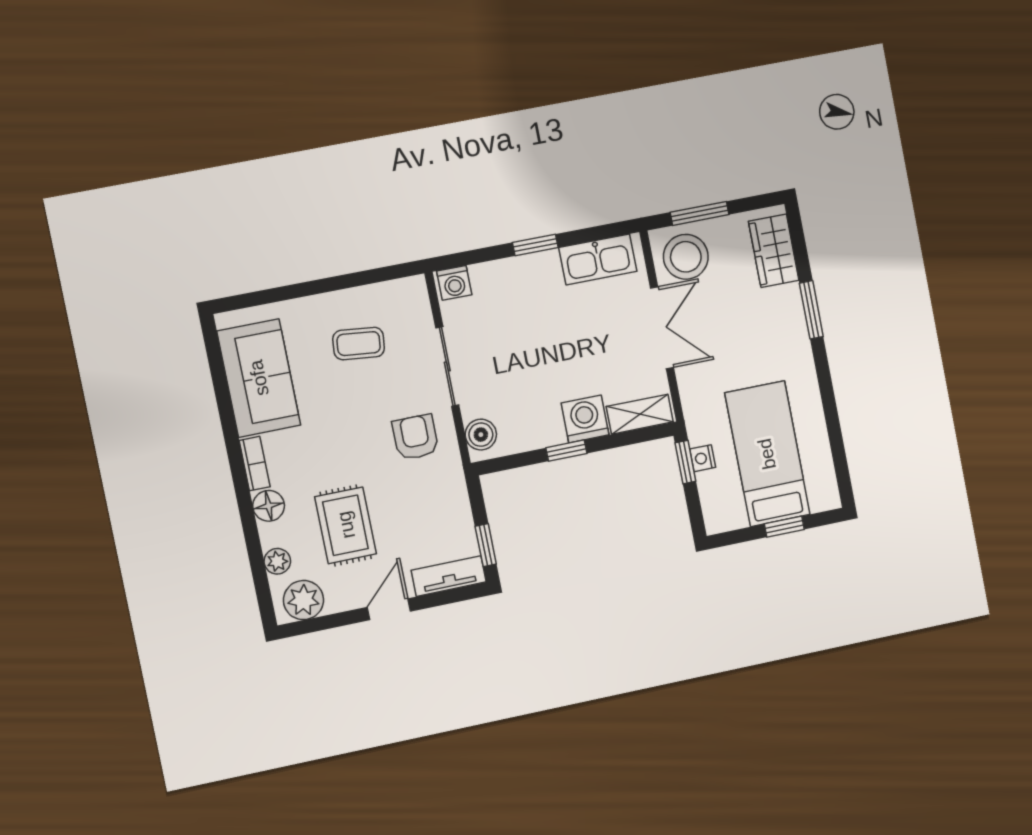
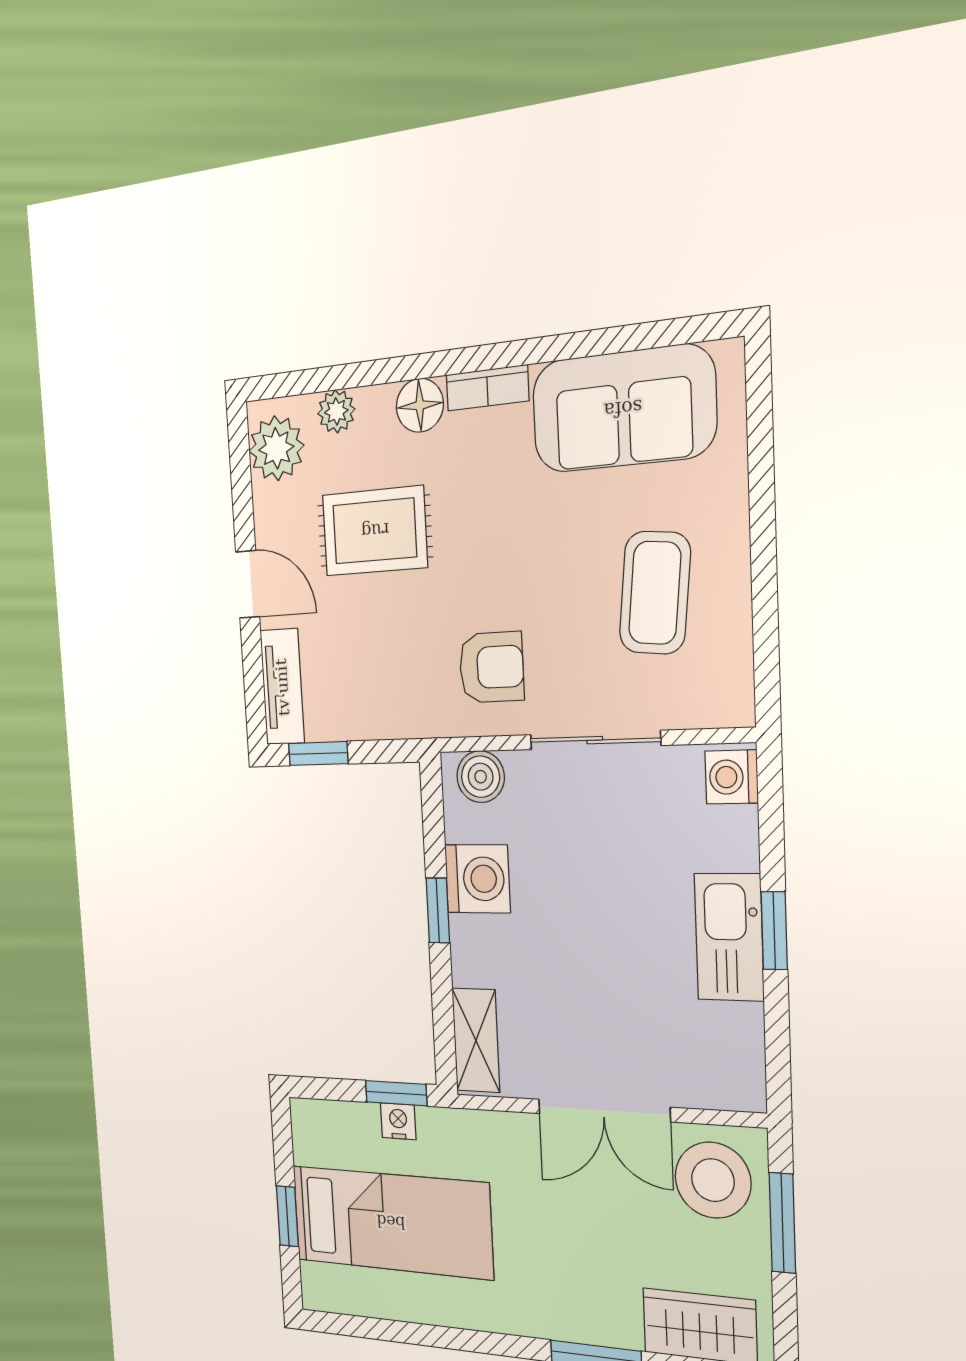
kitchen sink: (598, 259) -> (729, 937), moved
coffee table: (359, 344) -> (655, 593), width x1.36, depth x1.30
washing machine: (585, 419) -> (477, 879), moved

